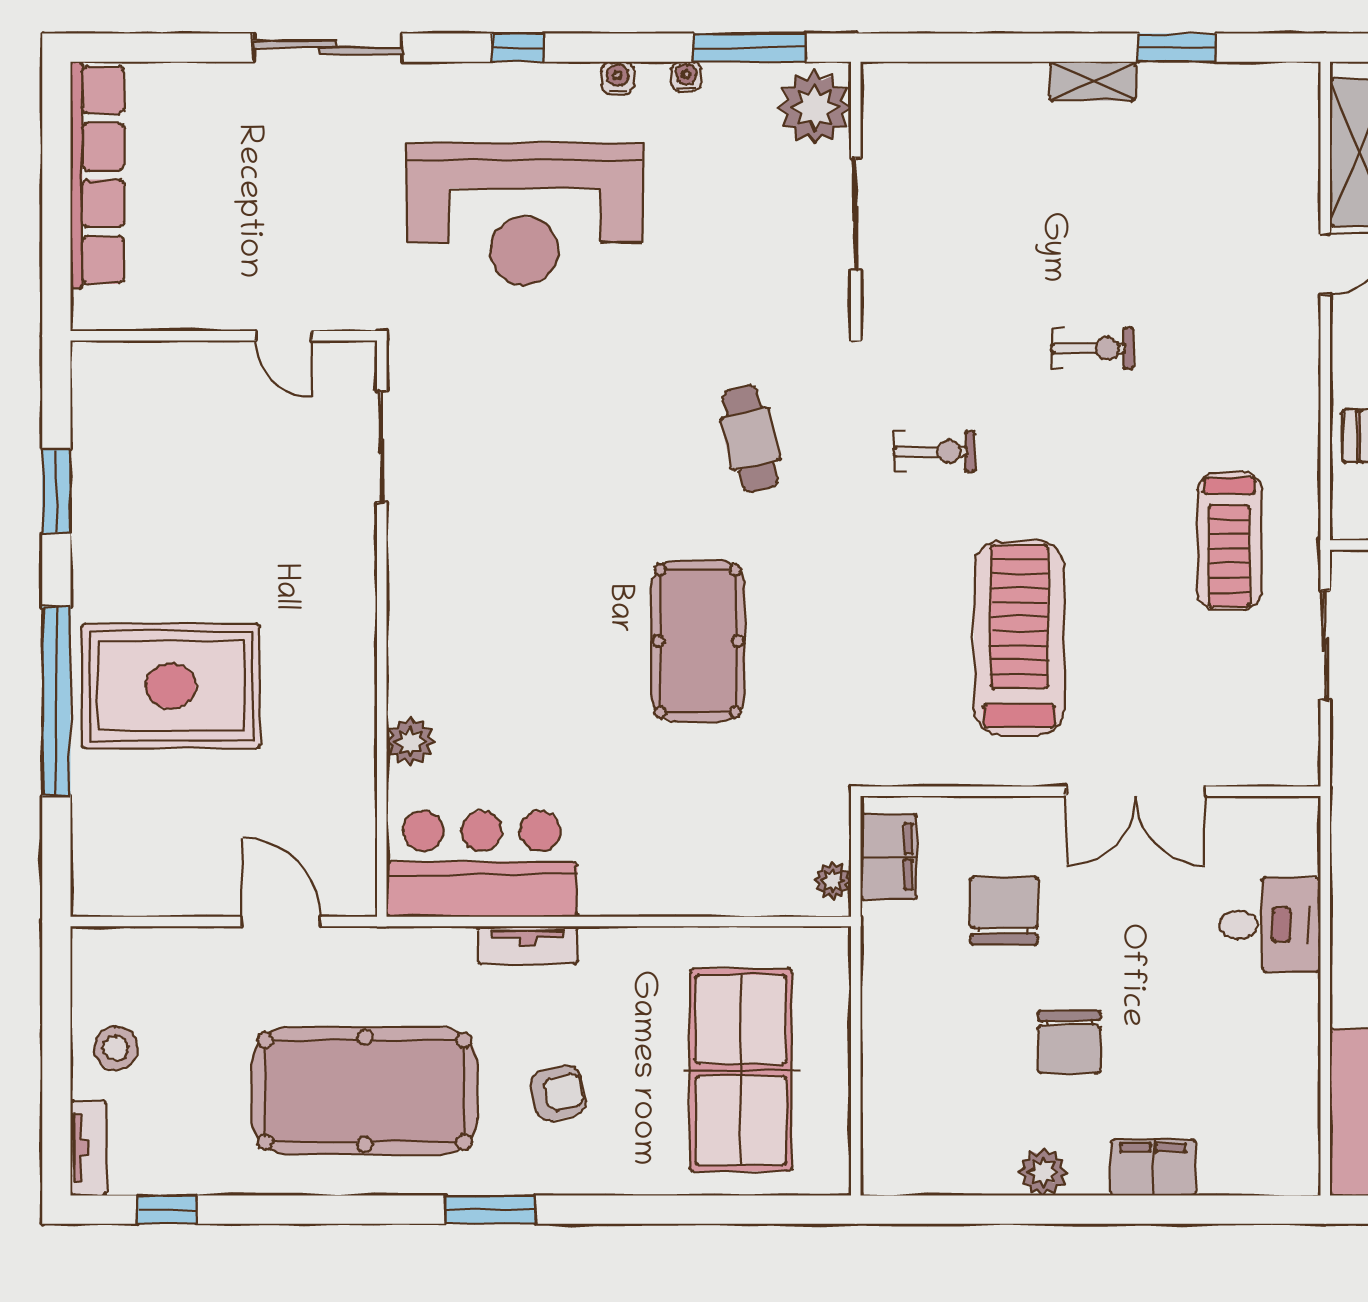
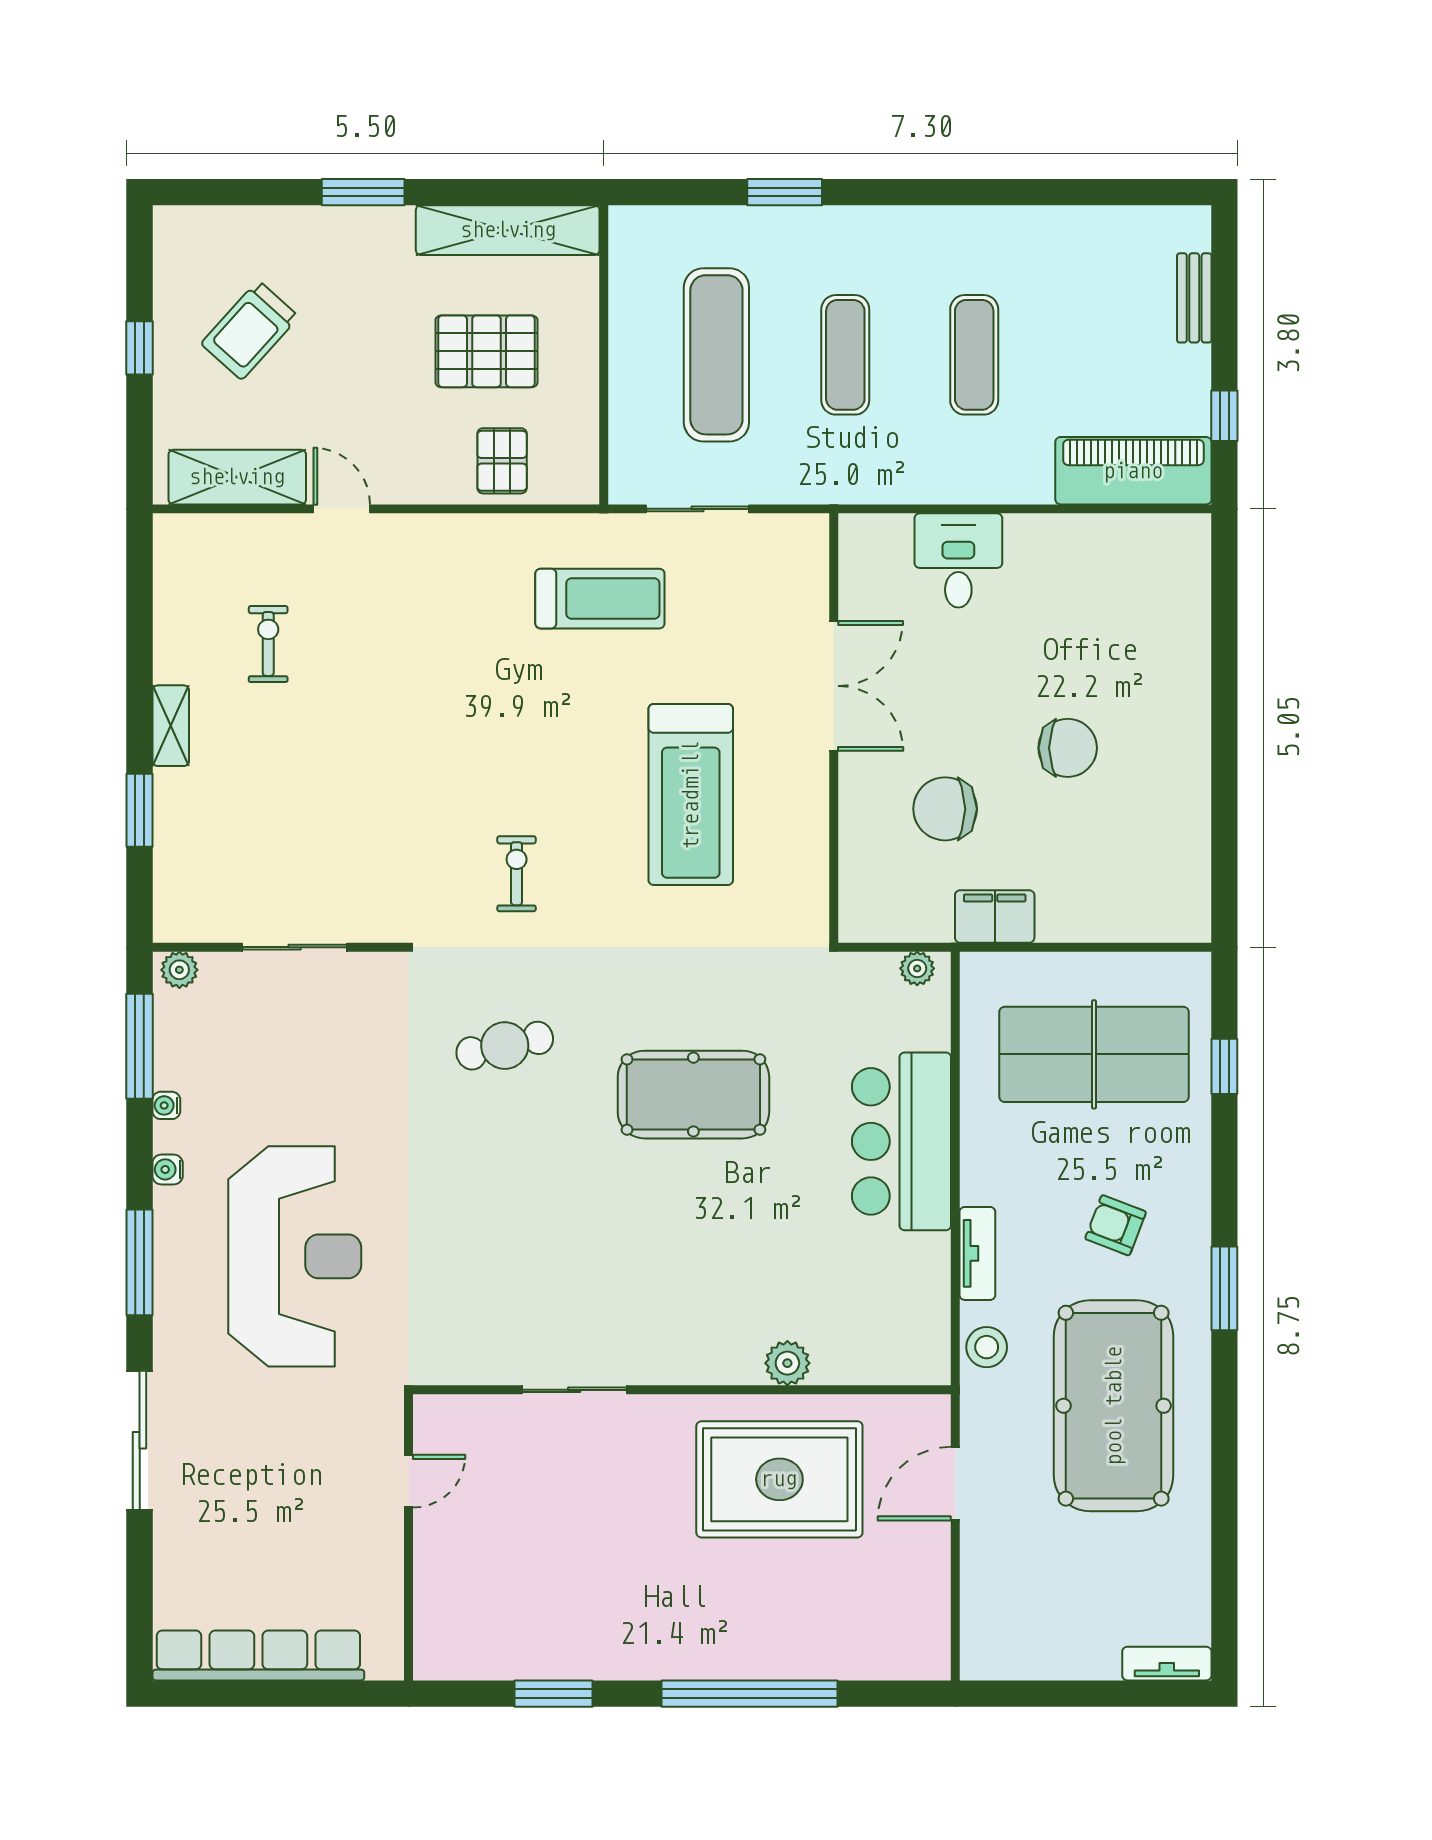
window: (518, 48) -> (140, 1262), width x2.17
window: (1177, 48) -> (140, 810), moved
plant: (814, 107) -> (179, 970), width x0.53, depth x0.53
exercise bike: (1093, 348) -> (268, 644), moved
sliding door: (382, 447) -> (574, 1390), moved
treadmill: (1019, 638) -> (691, 795), turned -90
rug: (171, 686) -> (779, 1479), moved, turned 90
filing cabinet: (889, 857) -> (995, 916), moved
bar counter: (482, 864) -> (901, 1141), moved
stool: (116, 1048) -> (987, 1347), moved
armchair: (558, 1093) -> (1116, 1225), turned -56
filing cabinet: (1153, 1167) -> (1185, 670), removed
plant: (1043, 1172) -> (1189, 772), removed
window: (167, 1210) -> (1224, 1066), moved

